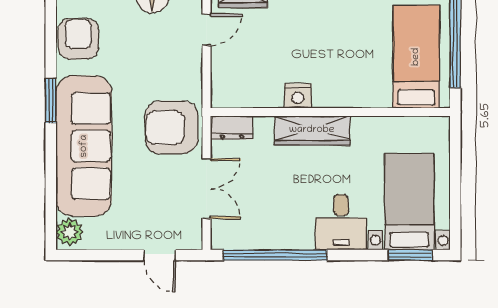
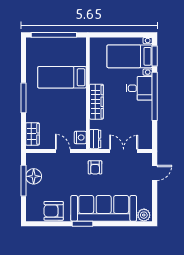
door: (207, 30) -> (63, 151), moved
bed: (416, 57) -> (62, 77), moved
nightstand: (298, 96) -> (80, 137), moved
armchair: (172, 127) -> (95, 167), width x0.53, depth x0.53
window: (275, 255) -> (155, 96), moved

